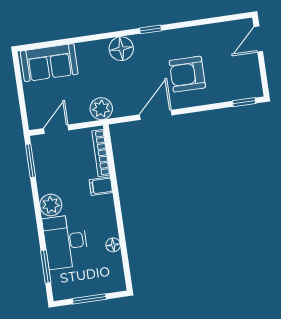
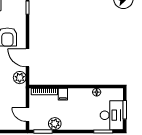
plant: (101, 109) -> (20, 78), moved
plant: (51, 205) -> (55, 124), moved
desk: (66, 242) -> (112, 115), moved, turned -90

